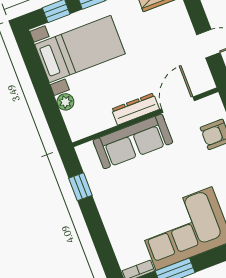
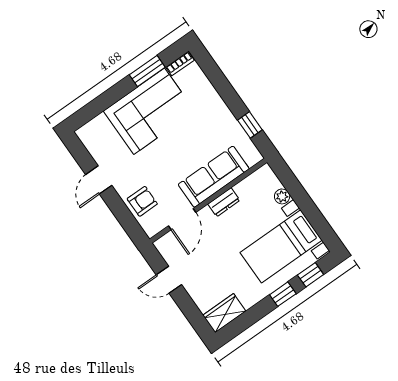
dresser: (135, 109) -> (224, 202), width x0.70

